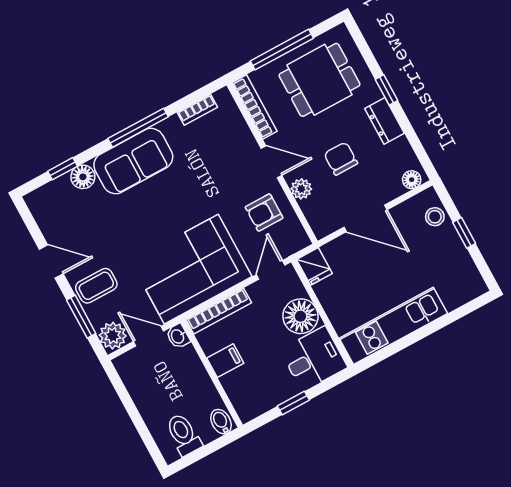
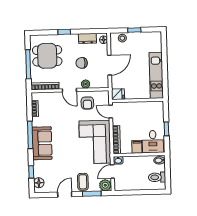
dining table: (319, 80) -> (47, 56), turned 90
dresser: (384, 121) -> (87, 38), moved
door: (271, 162) -> (69, 90), swing flipped
floor lamp: (83, 177) -> (39, 183), moved
floor lamp: (300, 316) -> (134, 109), removed
desk: (314, 359) -> (153, 142), moved, turned 180

